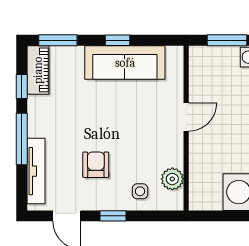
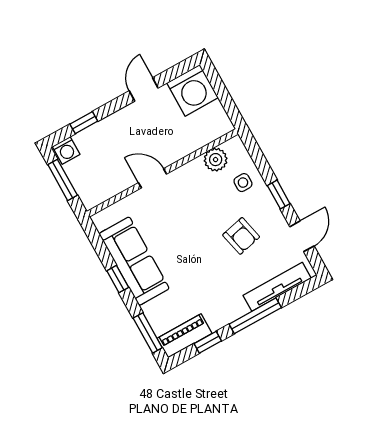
armchair: (96, 165) -> (241, 236), turned -103

